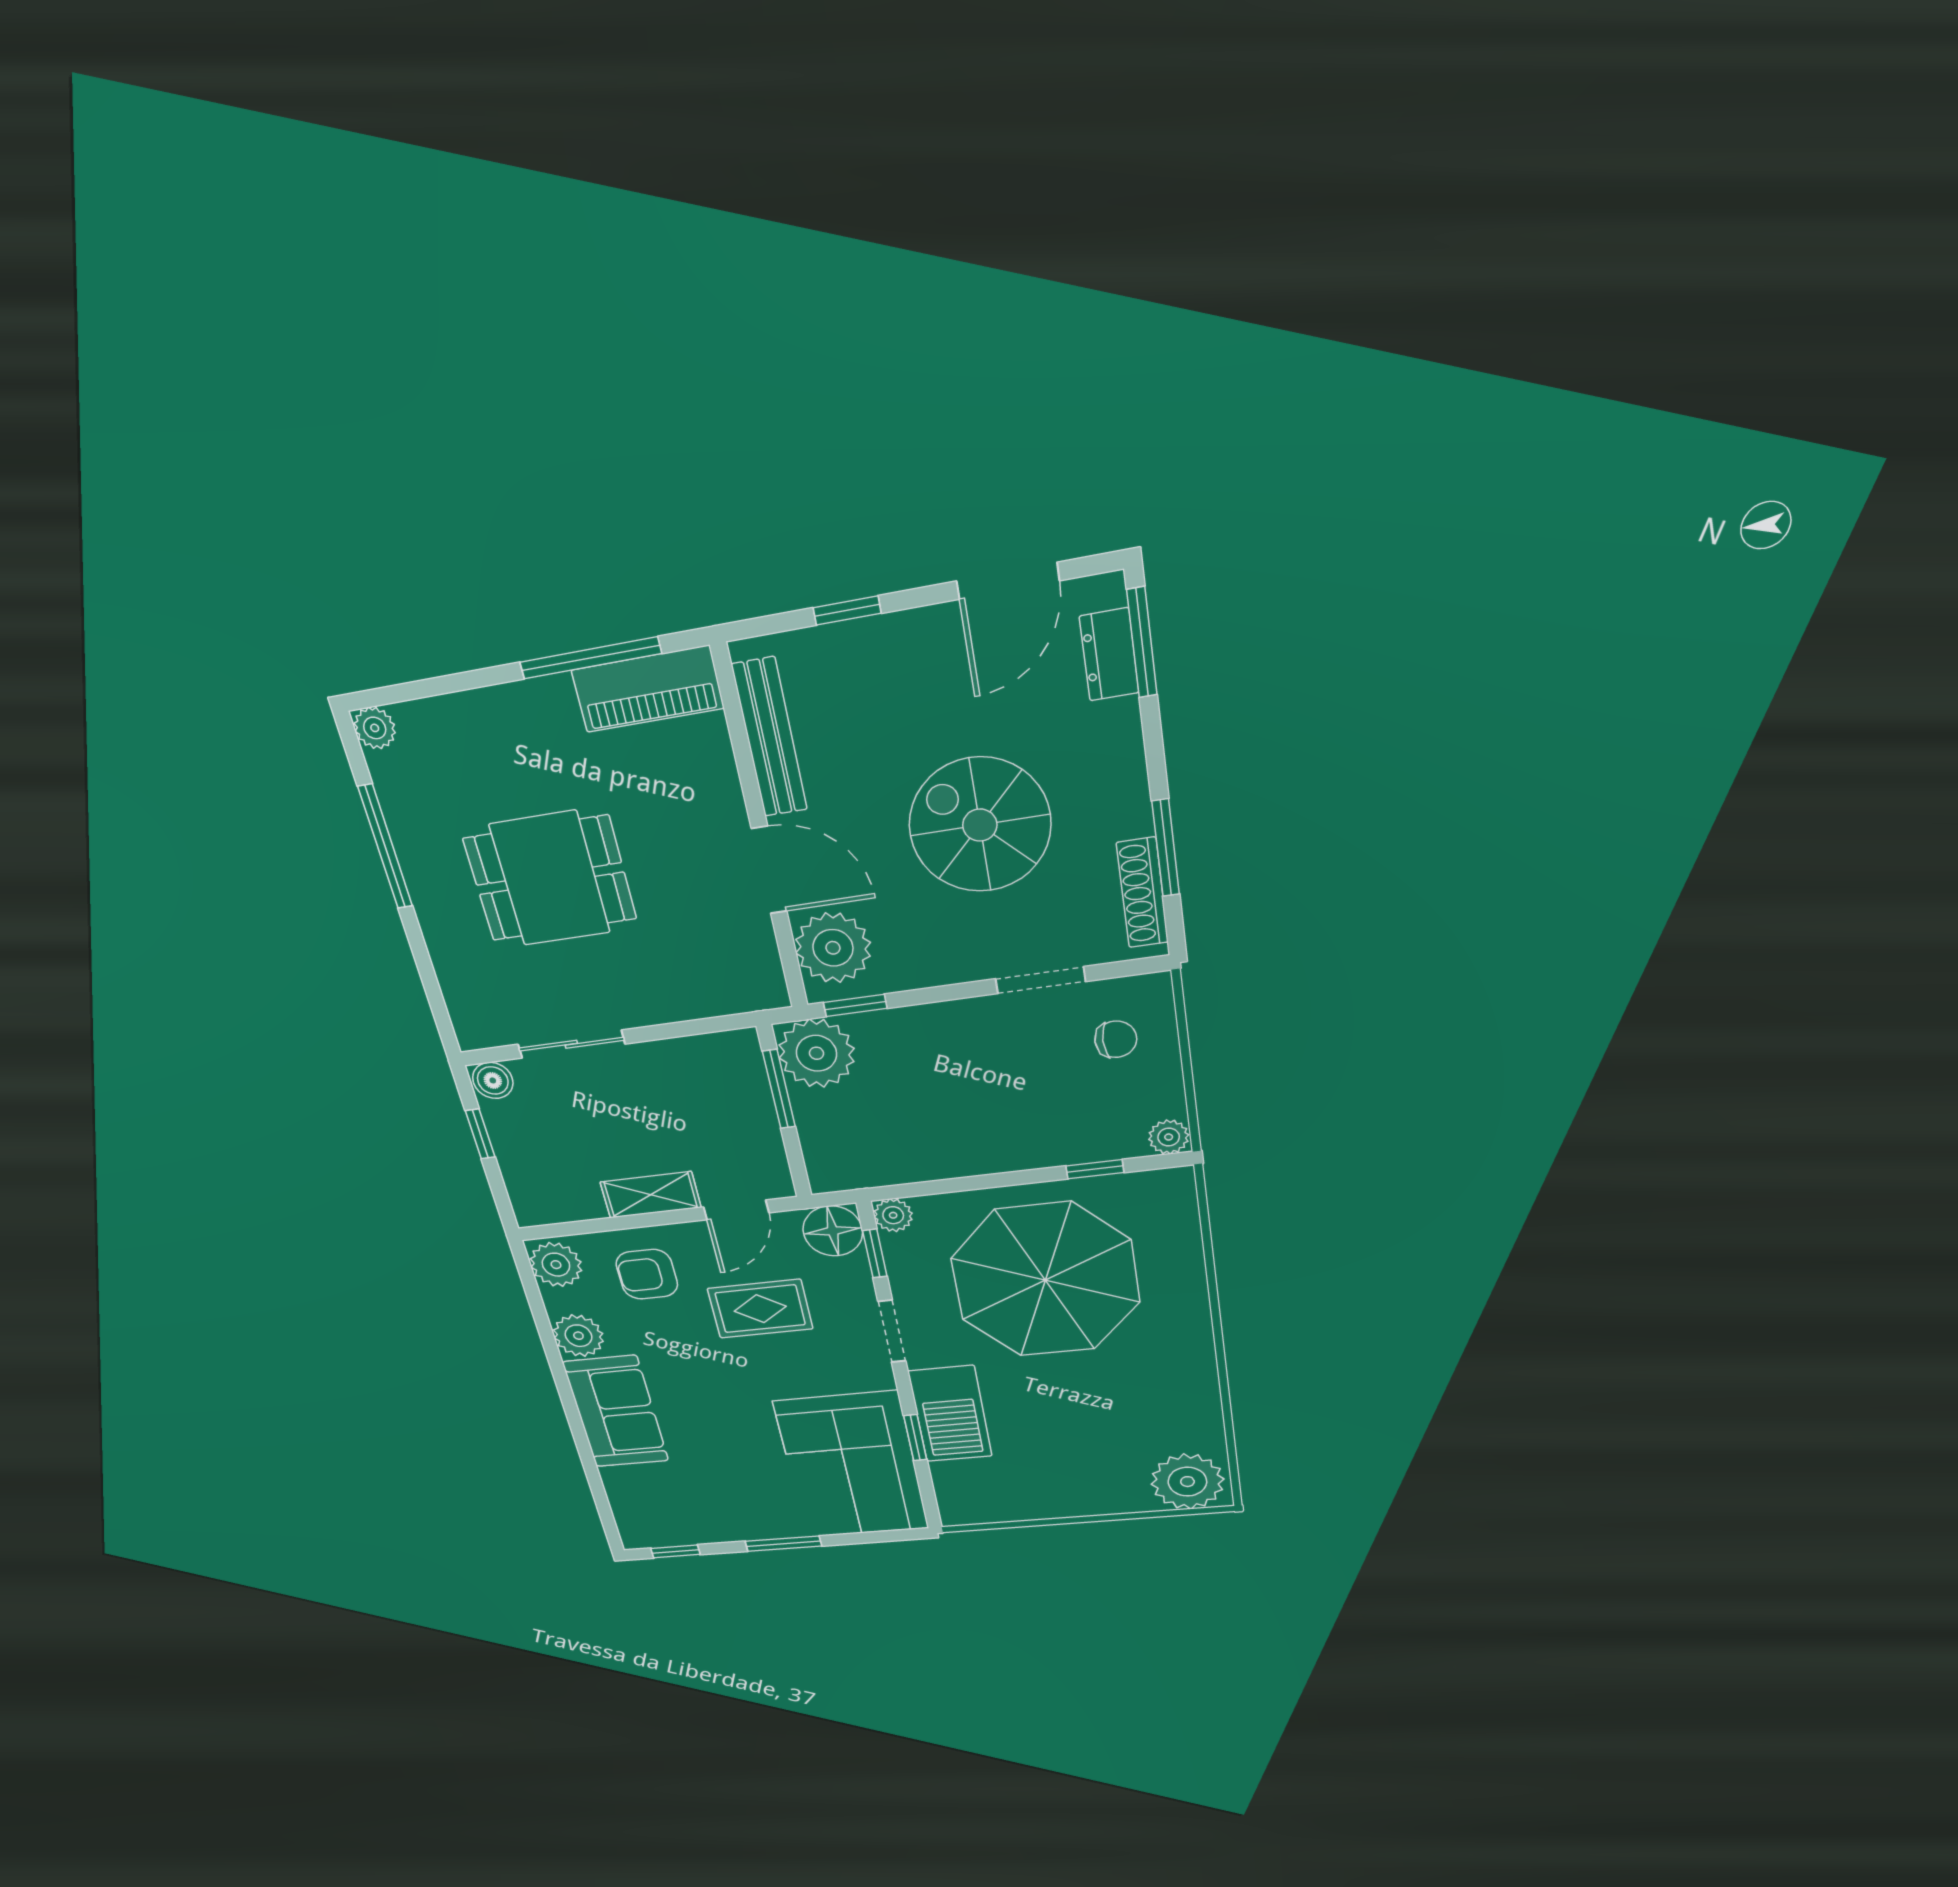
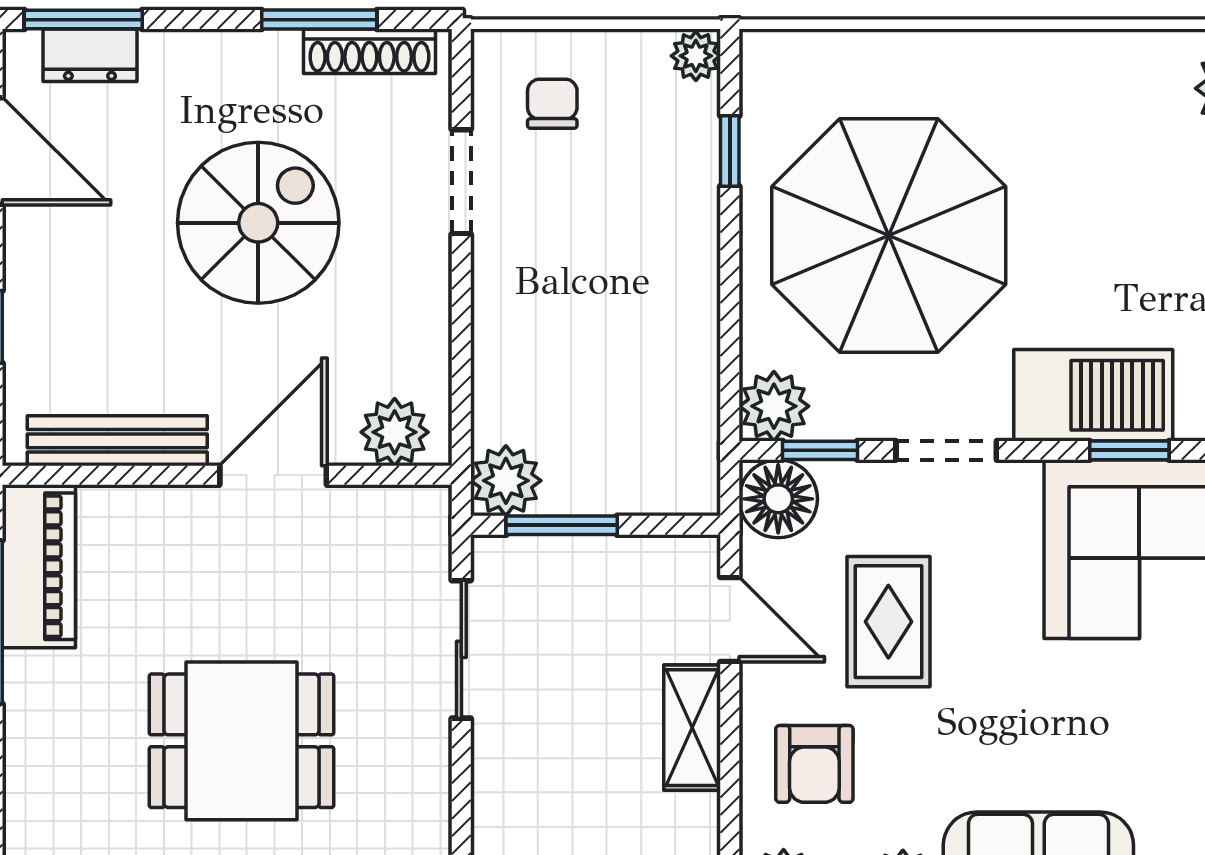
spiral stairs: (980, 825) -> (258, 223), turned 180
dining table: (550, 879) -> (241, 741), turned 90
plant: (833, 948) -> (395, 432), width x0.73, depth x0.73
window: (855, 1005) -> (461, 408), removed
sliding door: (571, 1044) -> (461, 649), moved
plant: (817, 1053) -> (506, 481), width x0.73, depth x0.73
plant: (893, 1215) -> (774, 406), width x1.38, depth x1.38

